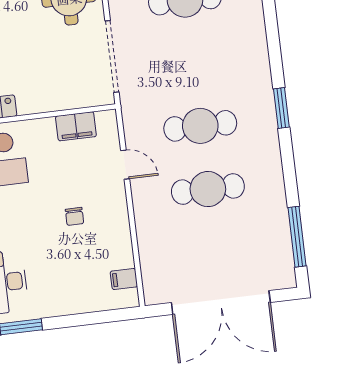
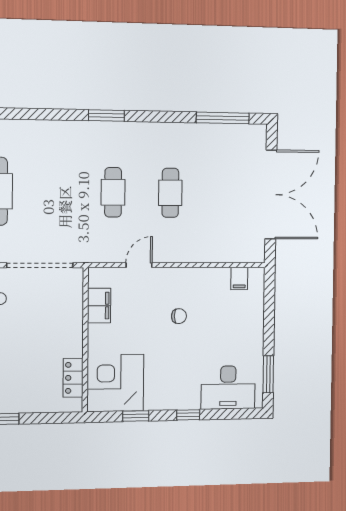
cafe table: (200, 126) -> (113, 192), width x0.73, depth x0.74
cafe table: (208, 189) -> (170, 193), width x0.73, depth x0.74

